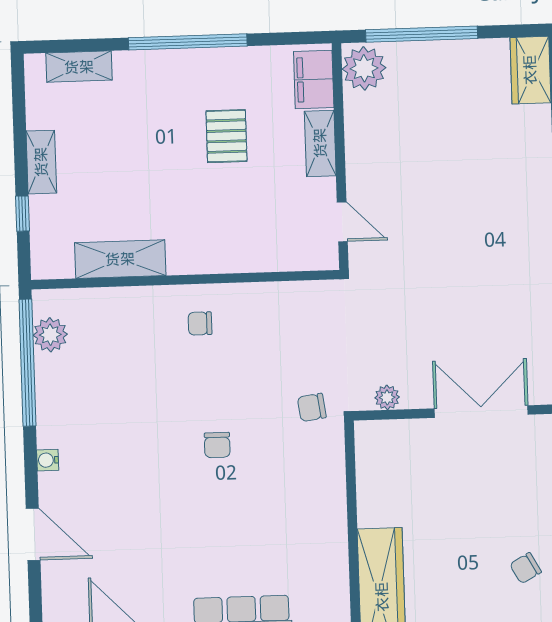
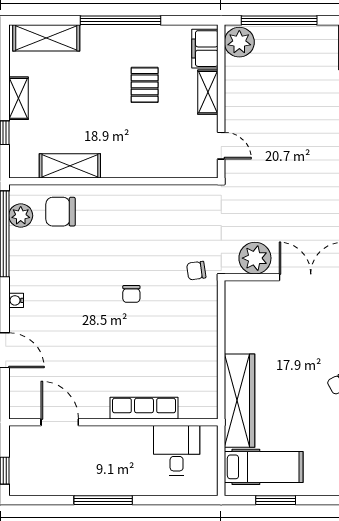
shelving: (79, 67) -> (46, 38), width x1.50, depth x1.33
chair: (200, 323) -> (61, 212), moved, width x1.87, depth x1.87
plant: (387, 397) -> (255, 258), width x1.88, depth x1.88

